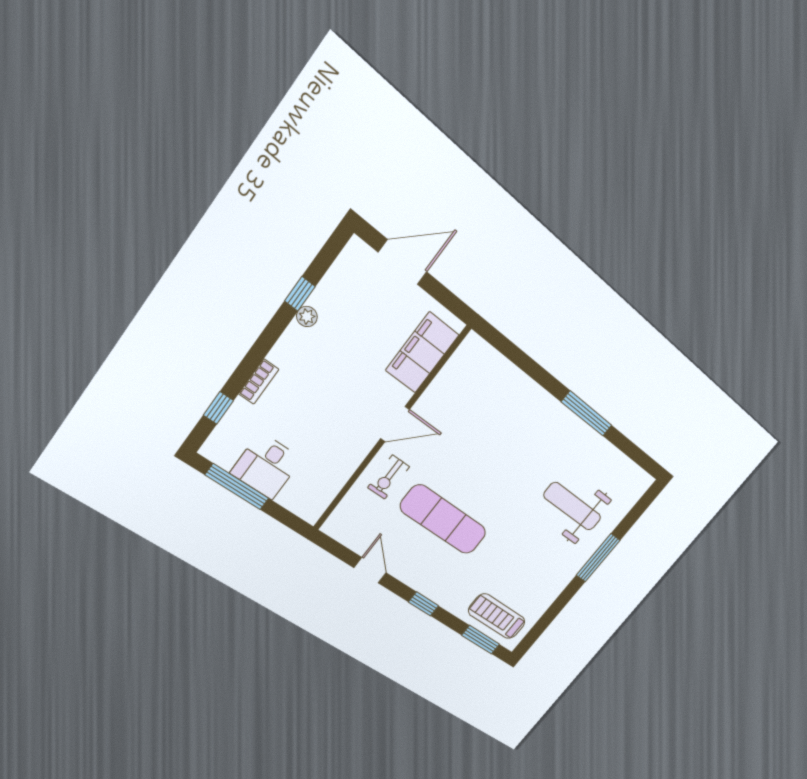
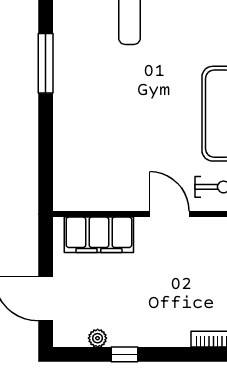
plant: (307, 317) -> (98, 338), moved

